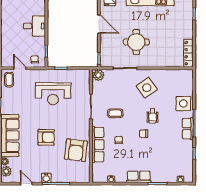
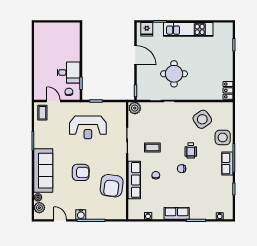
desk: (34, 26) -> (69, 72), moved
locker: (188, 53) -> (228, 90), width x0.66
side table: (147, 88) -> (202, 119), moved

